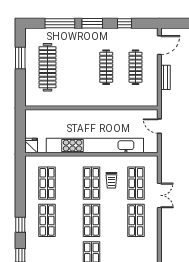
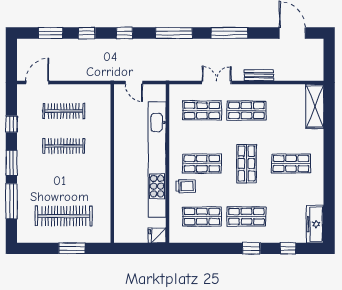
door: (159, 45) -> (37, 83), hinge flipped
window: (20, 58) -> (72, 248), moved
bench: (165, 77) -> (259, 75), moved
door: (159, 126) -> (134, 83), hinge flipped
trolley: (111, 180) -> (186, 186), moved
shop shelf: (91, 220) -> (246, 164), turned 90

